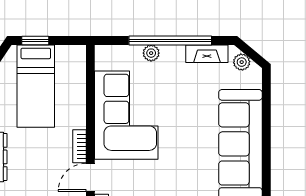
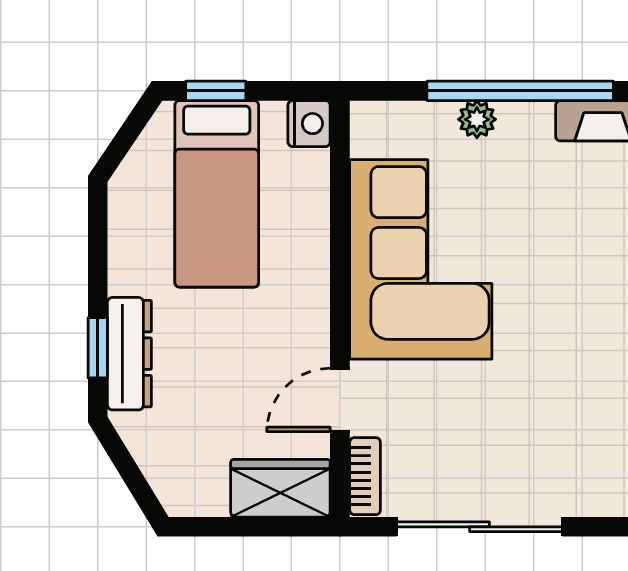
nightstand: (77, 55) -> (309, 124), added
bookcase: (79, 146) -> (315, 330), removed

